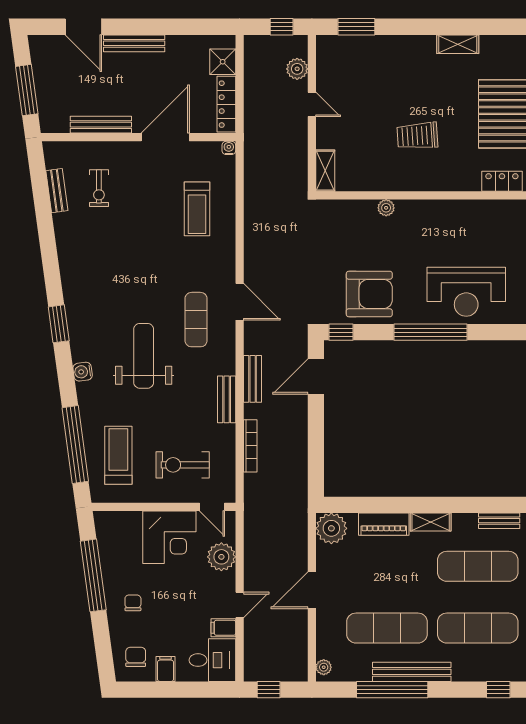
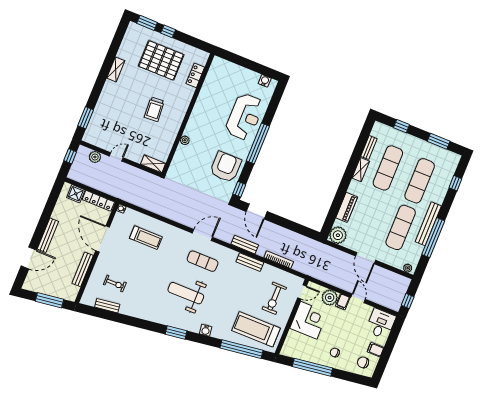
weight bench: (144, 356) -> (186, 293), moved
treadmill: (118, 455) -> (256, 329), width x1.37, depth x1.38
shelving: (431, 522) -> (361, 170), moved
filing cabinet: (223, 628) -> (343, 302), moved

